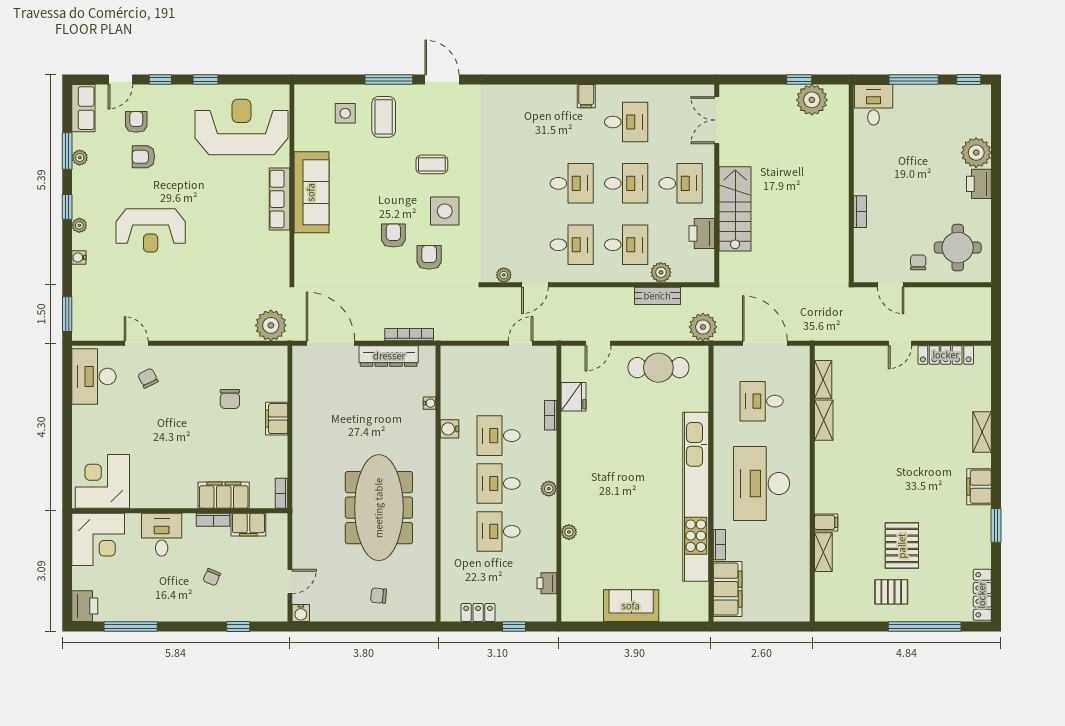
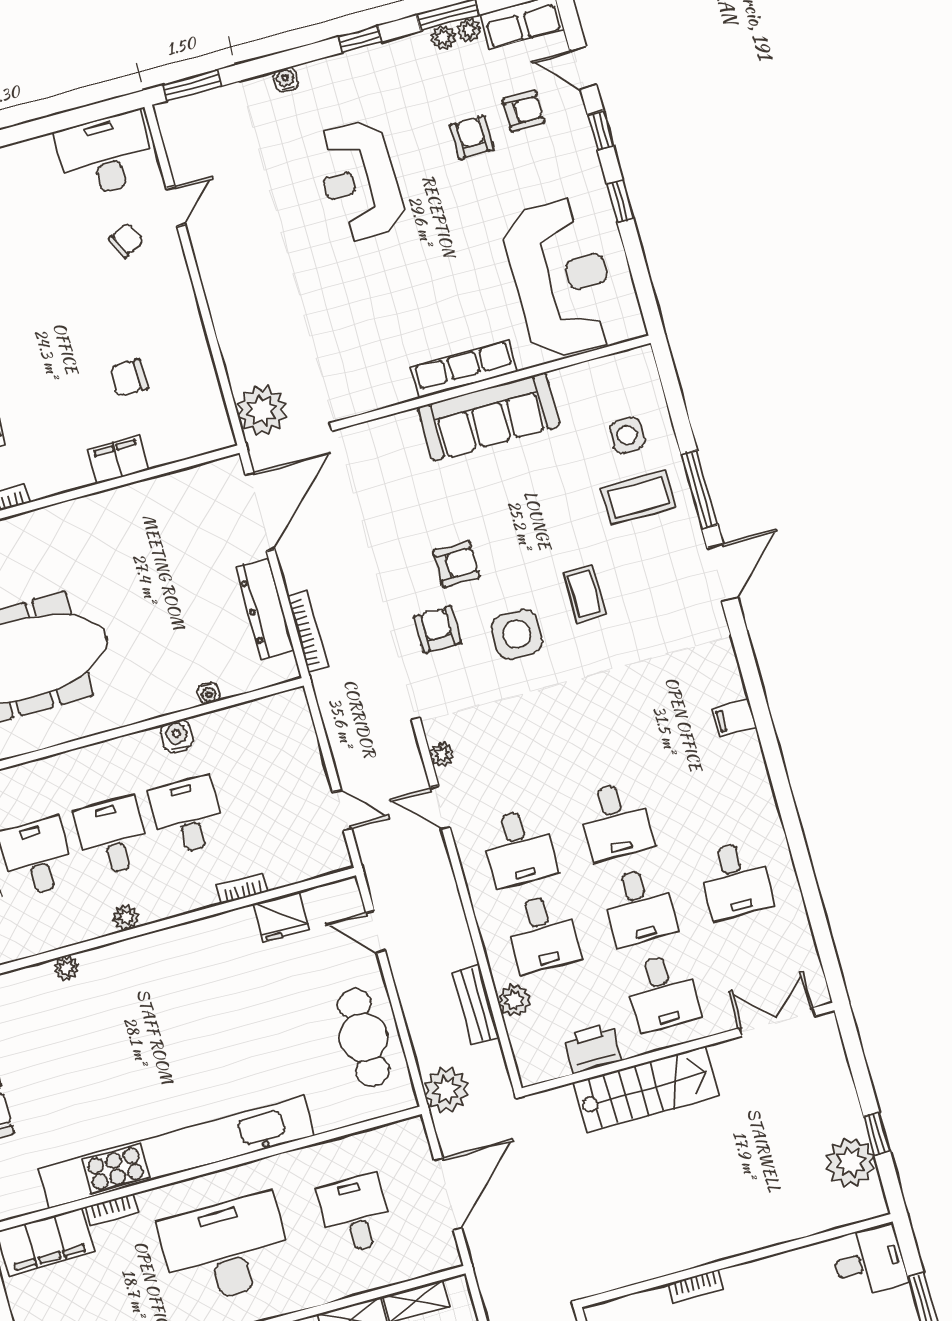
filing cabinet: (586, 96) -> (734, 718), moved
plant: (79, 225) -> (469, 30), moved
armchair: (429, 257) -> (437, 630), turned -90

